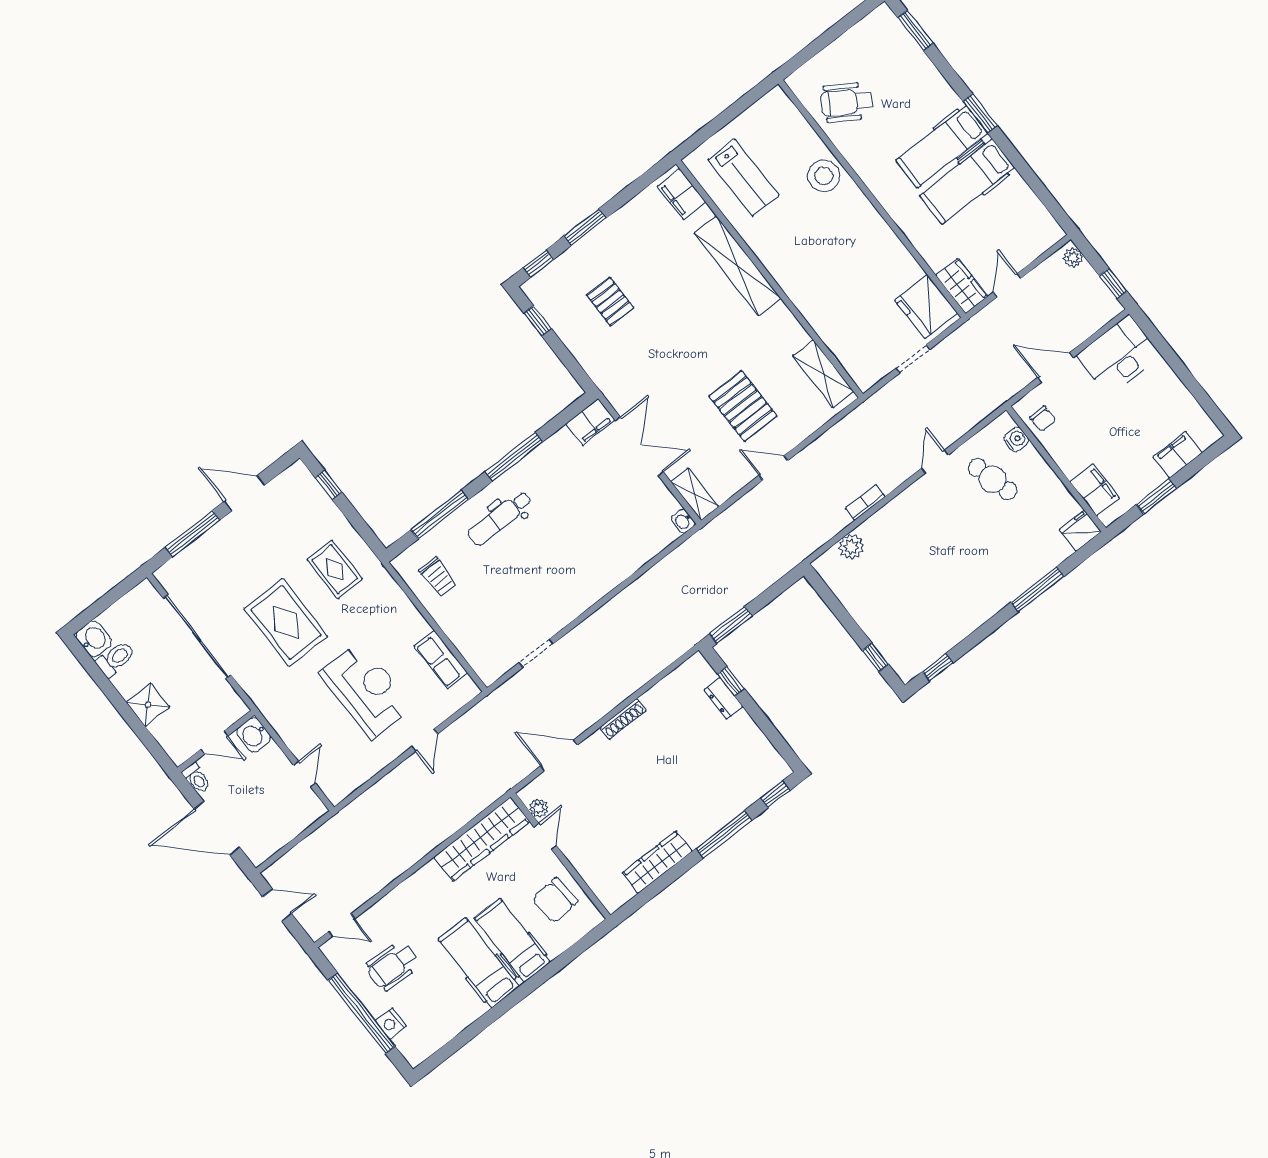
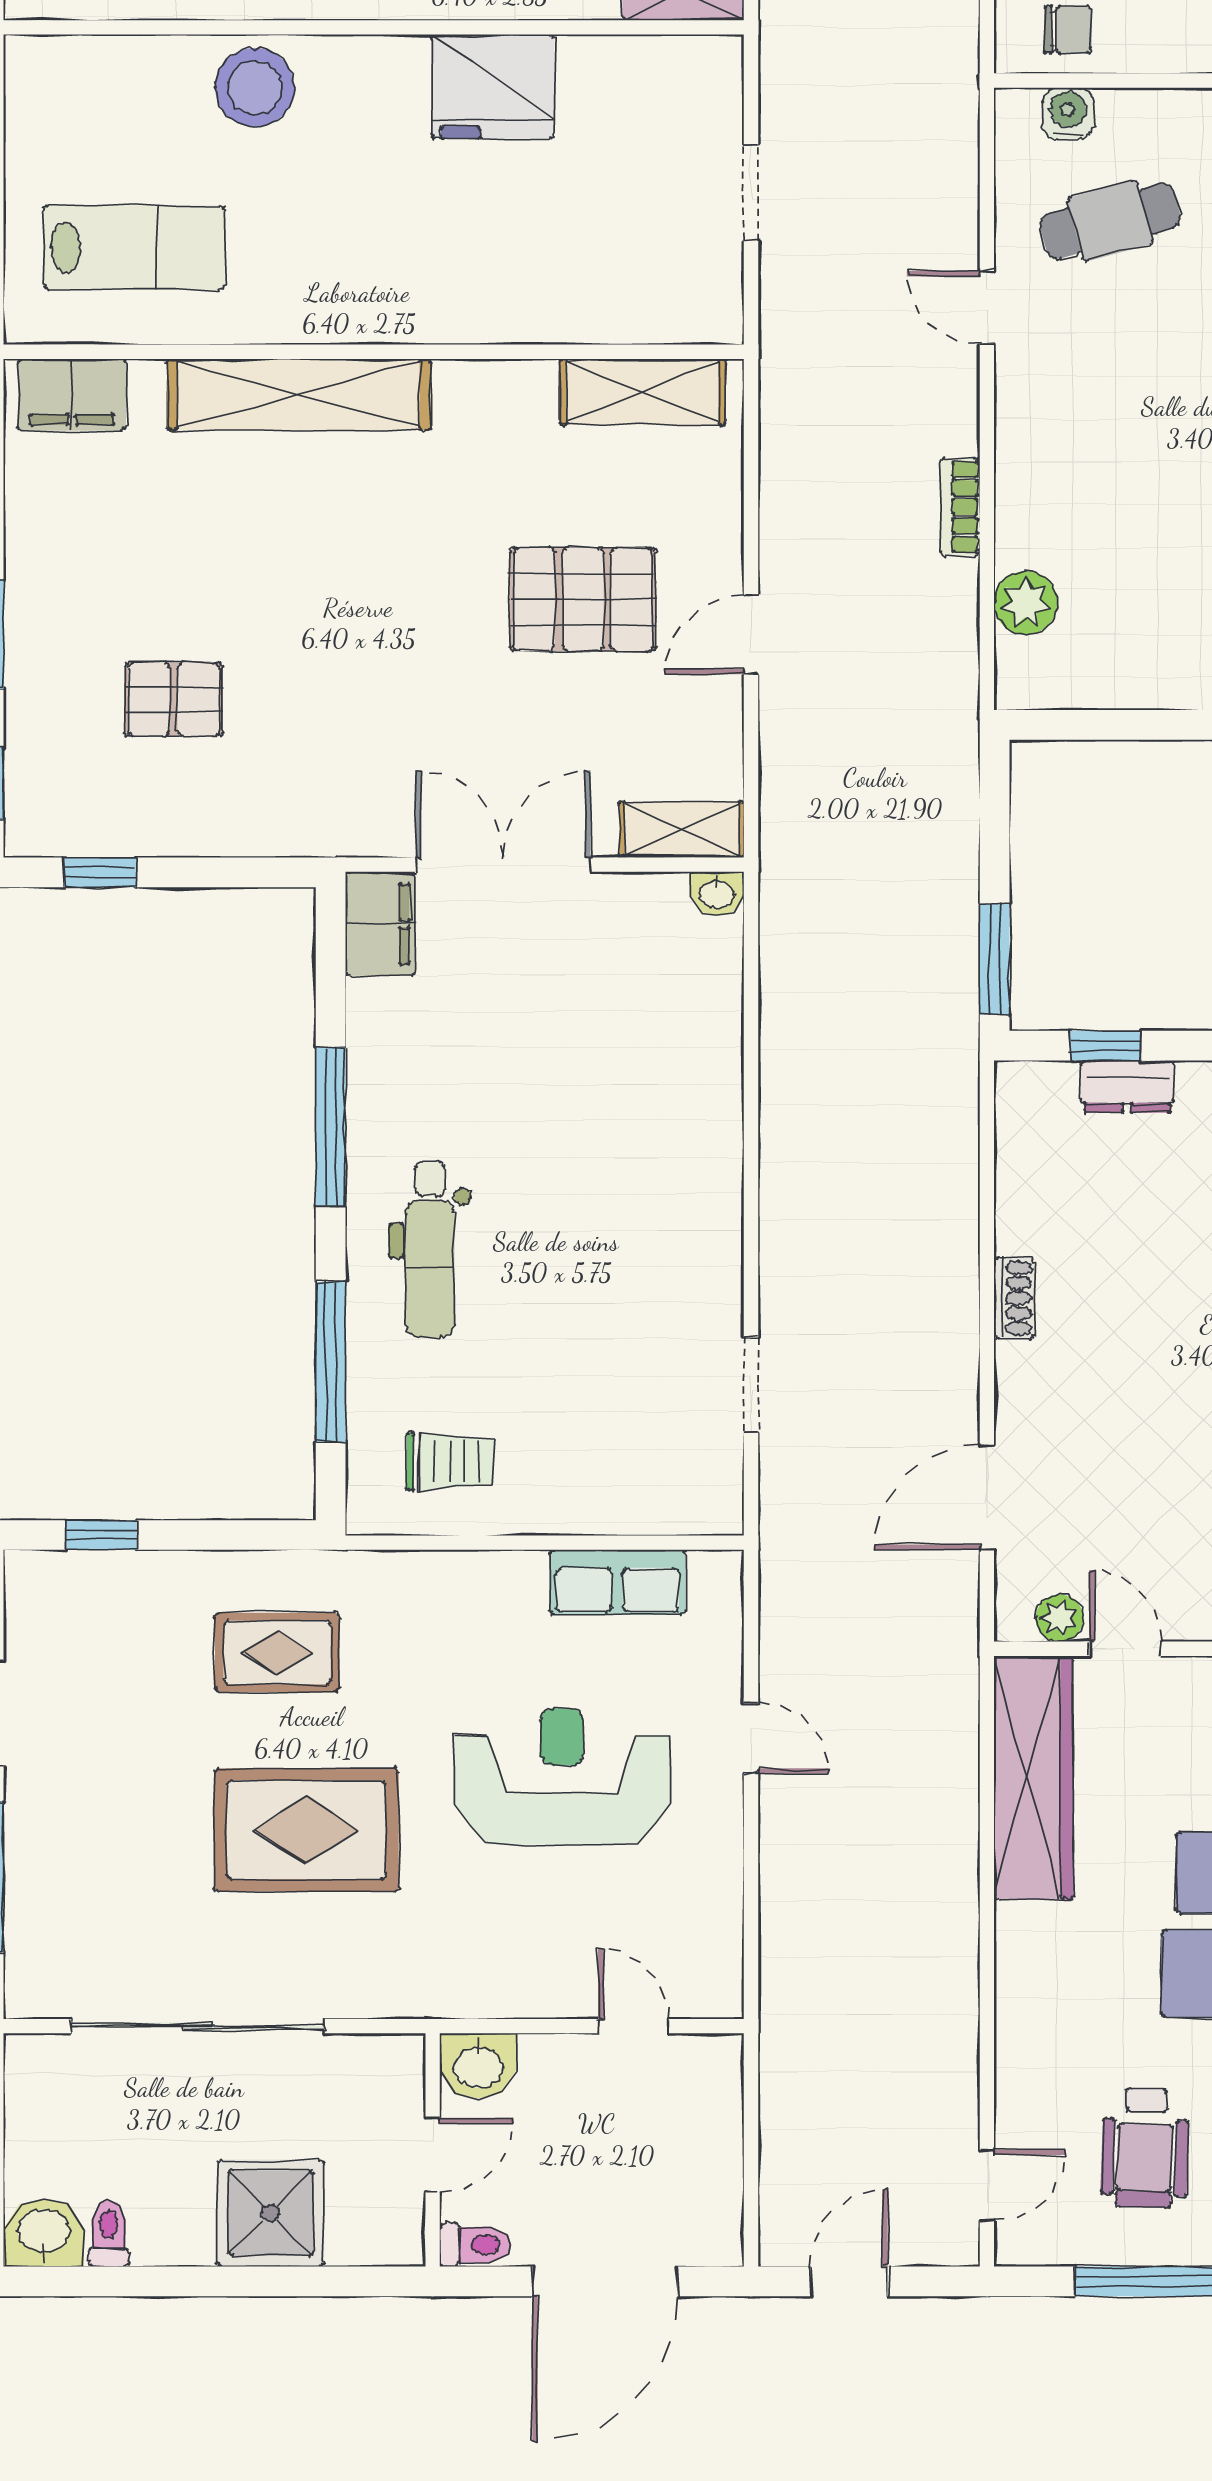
fridge: (926, 307) -> (493, 87), moved
toilet: (116, 659) -> (109, 2233), width x0.73, depth x0.72
shower: (148, 705) -> (270, 2213), width x1.36, depth x1.36
shoe rack: (623, 719) -> (1014, 1298), width x0.70

